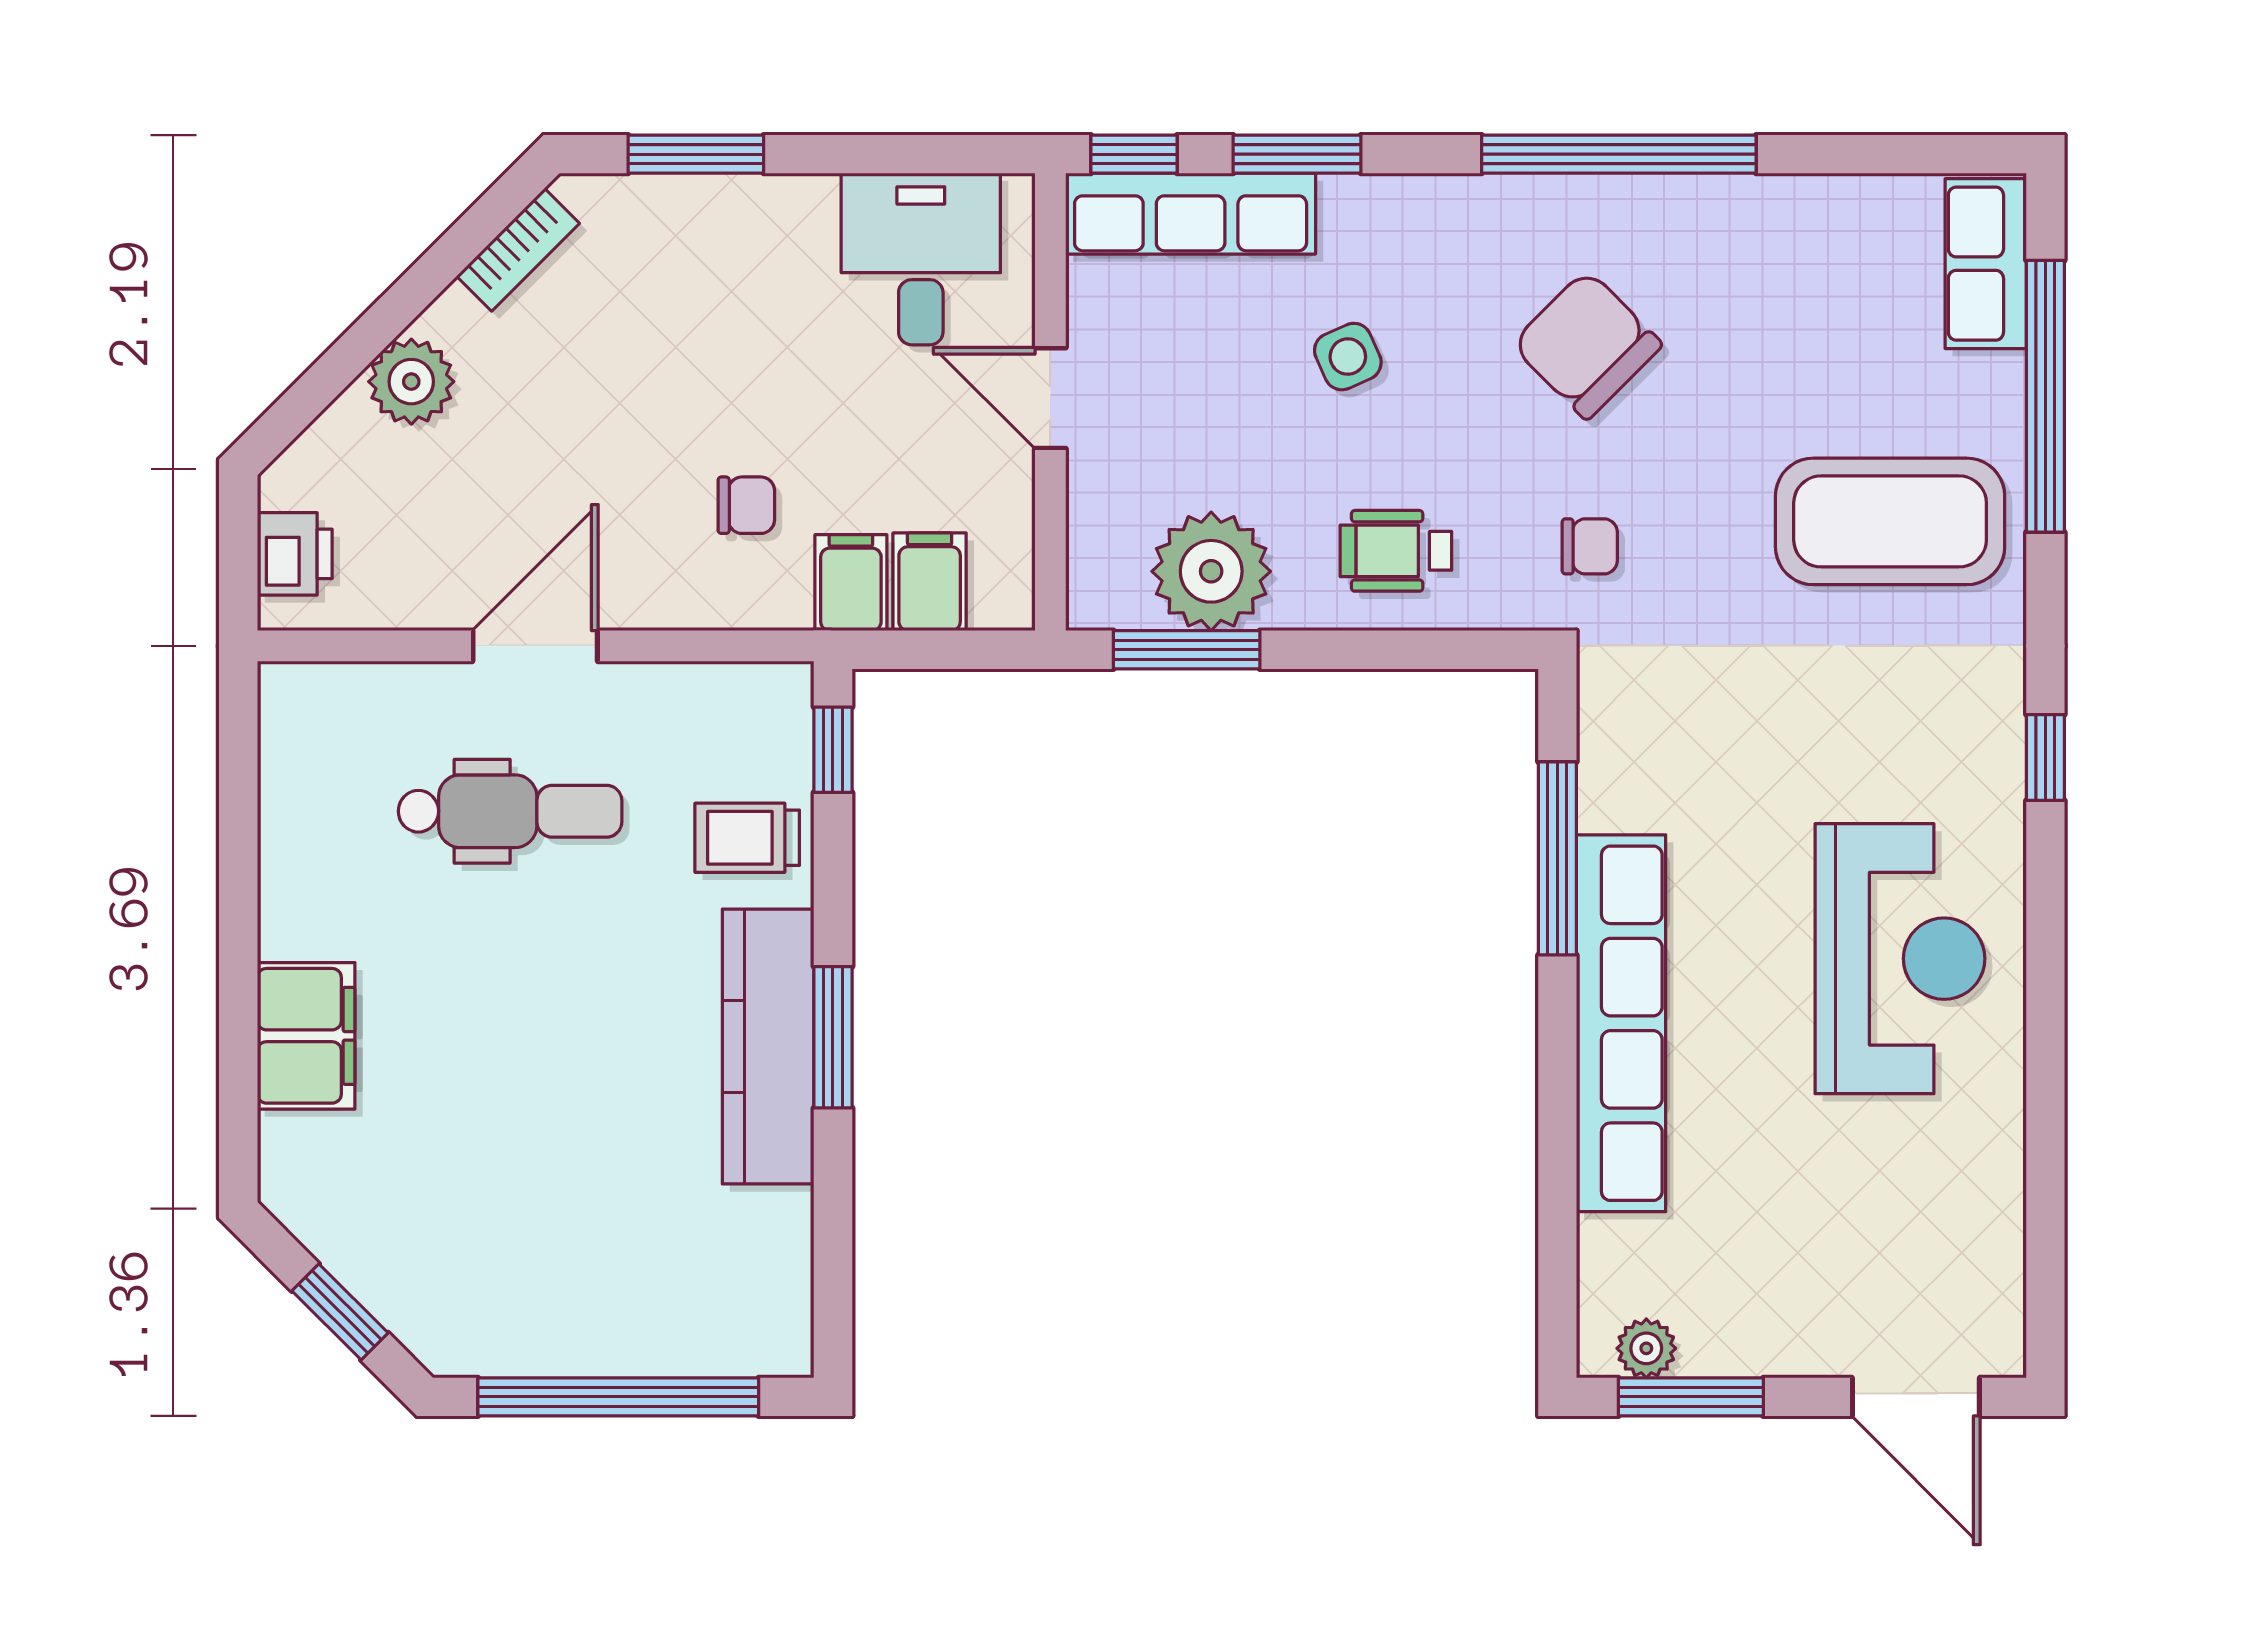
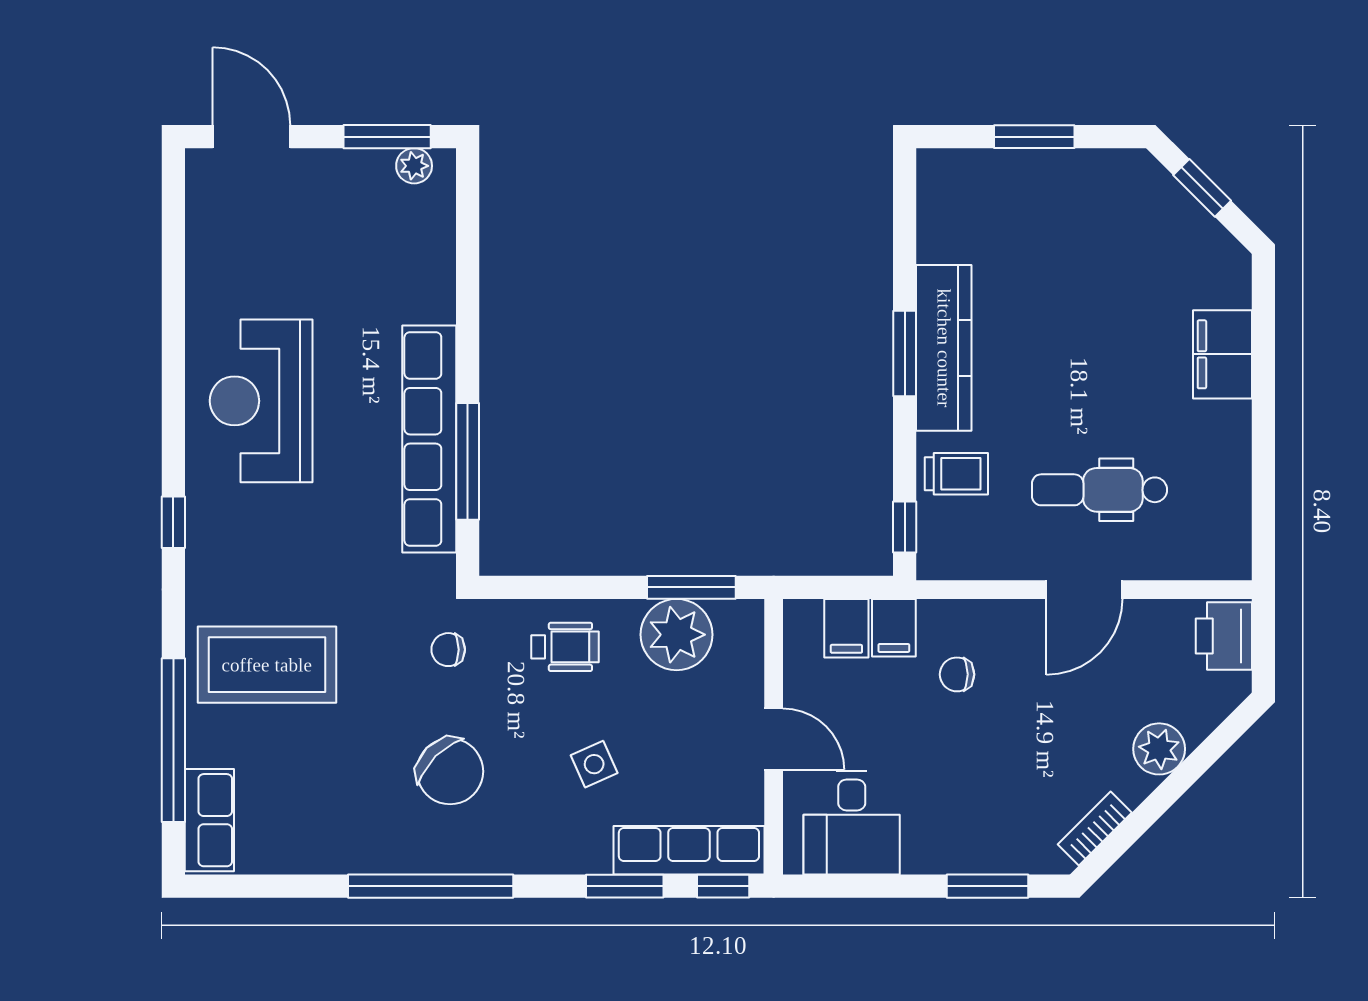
printer: (295, 554) -> (1224, 636), width x1.36, depth x1.24
row of seats: (1621, 1023) -> (429, 439), moved
window: (618, 1397) -> (1034, 137), width x0.47

